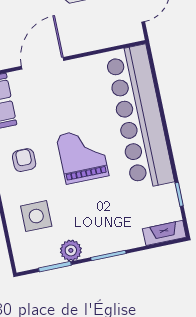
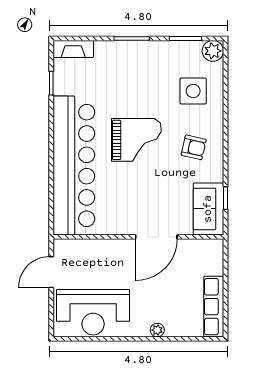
grand piano: (83, 156) -> (136, 140), turned -90
armchair: (24, 160) -> (194, 147), turned -77
plant: (71, 250) -> (213, 51), moved

